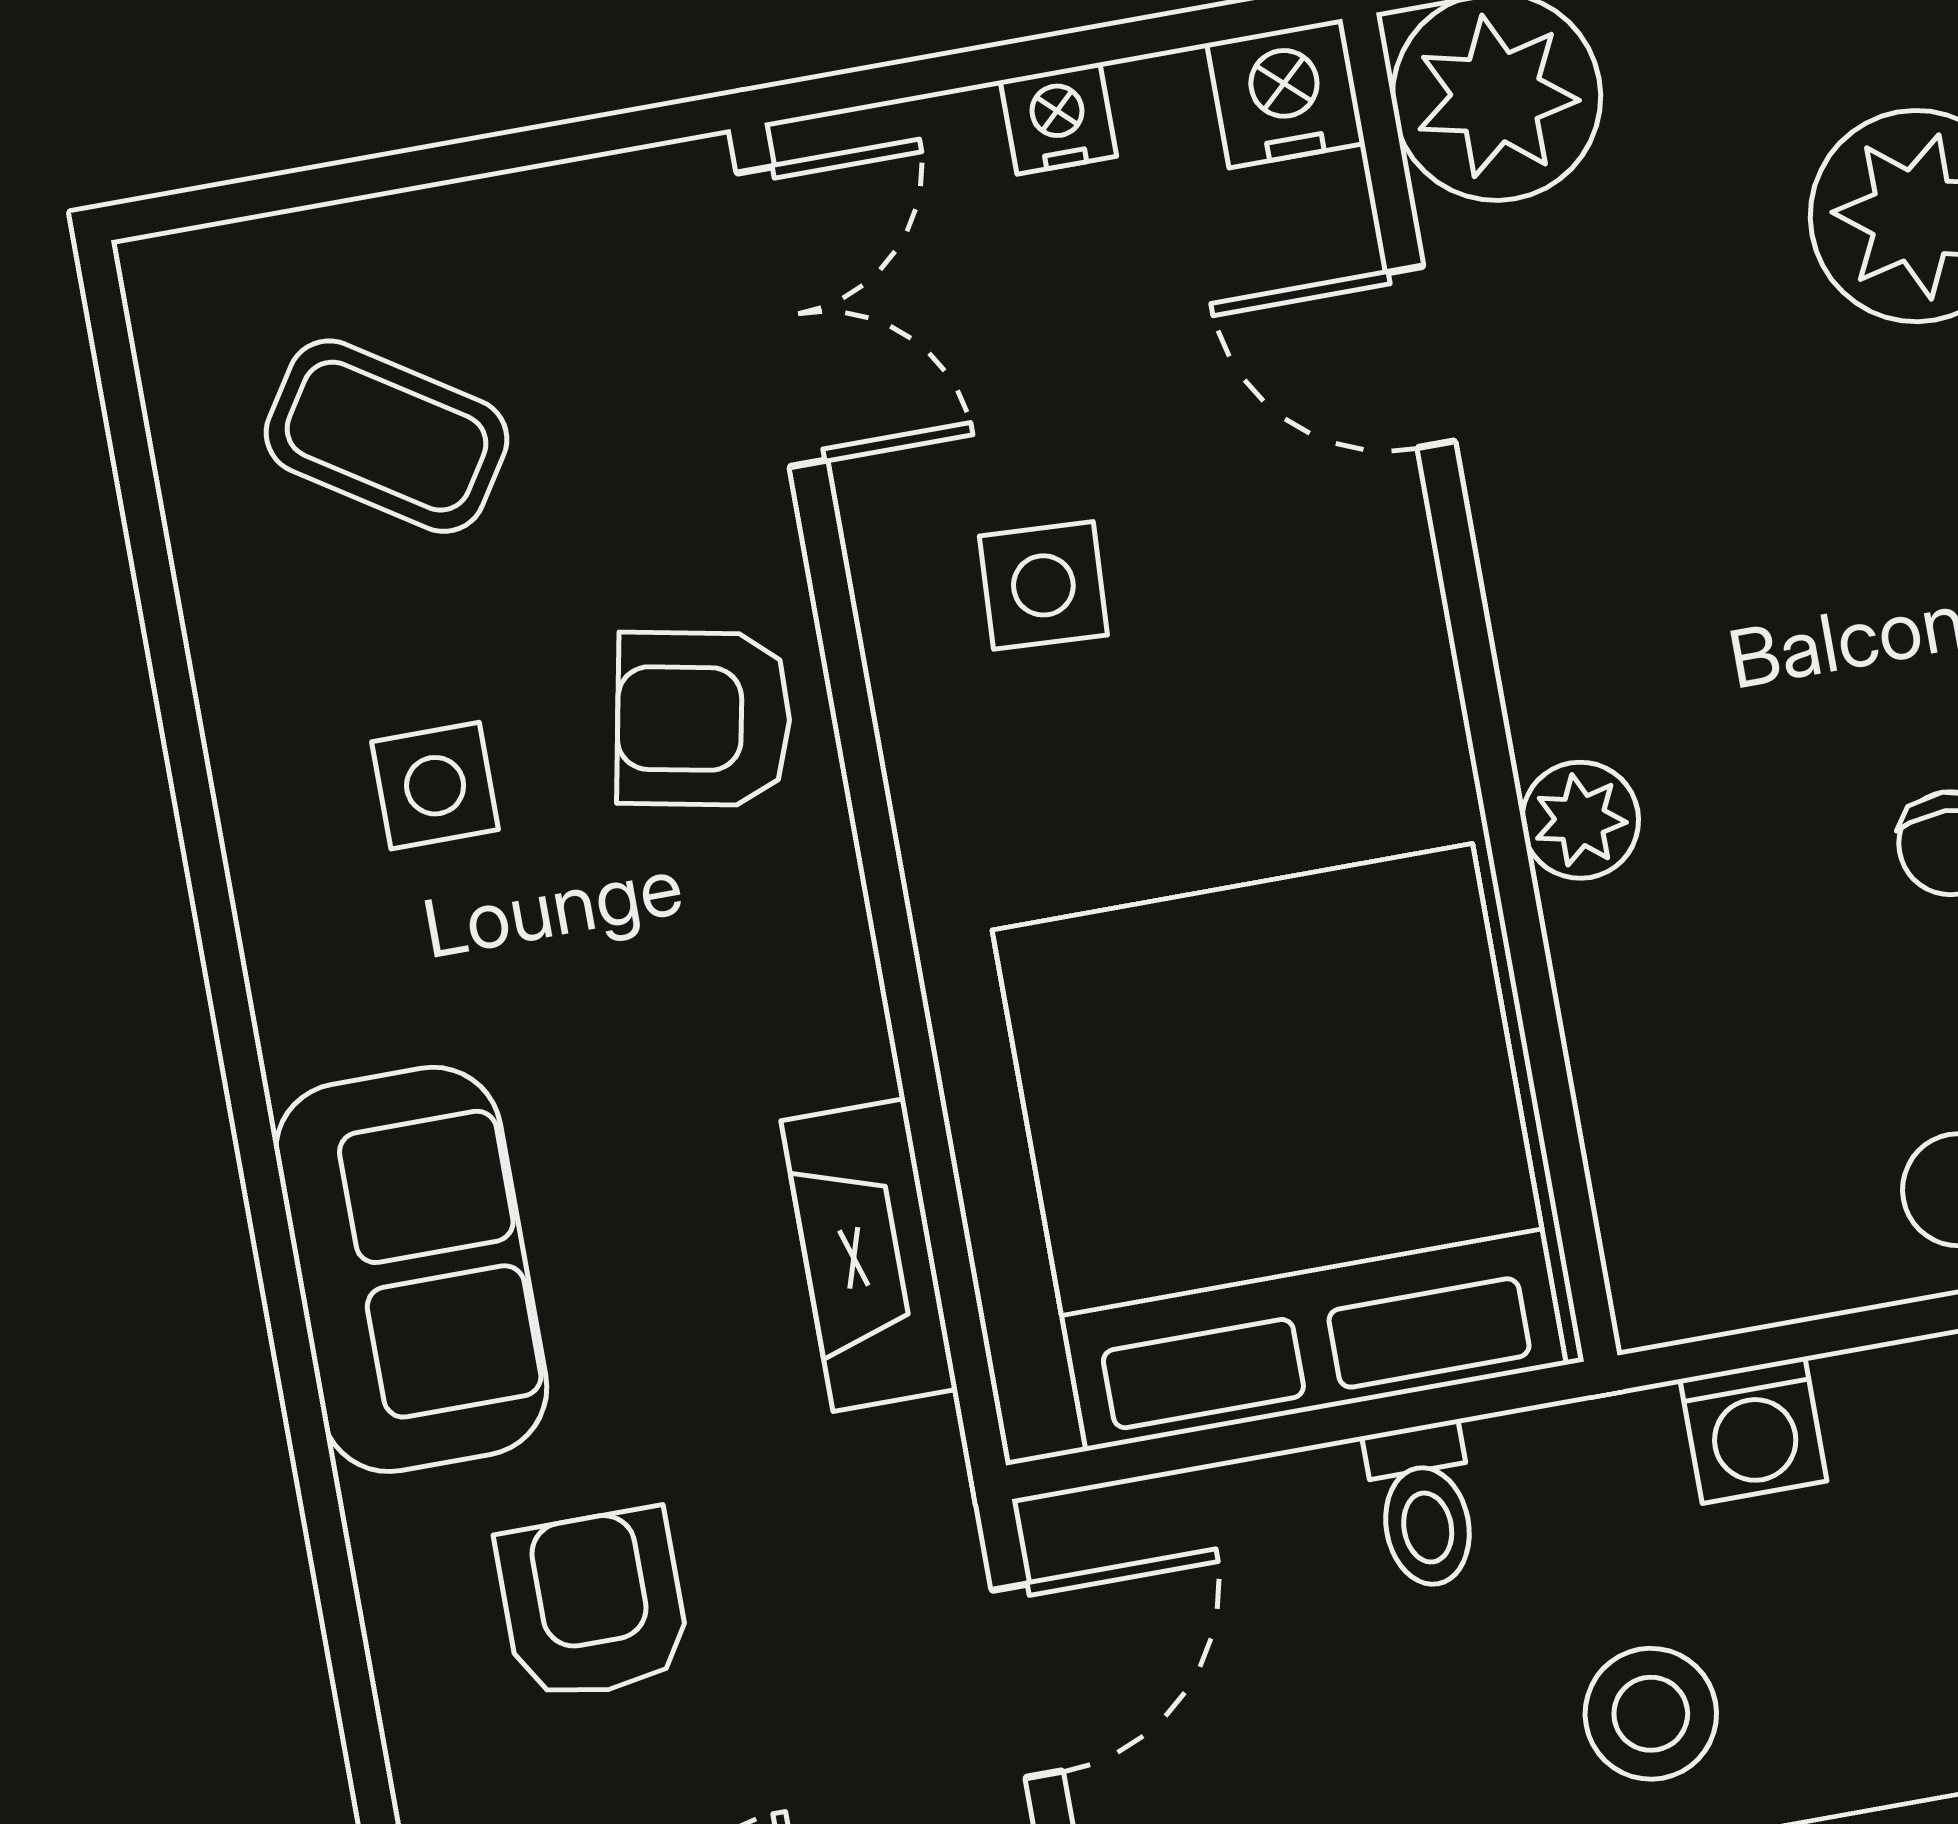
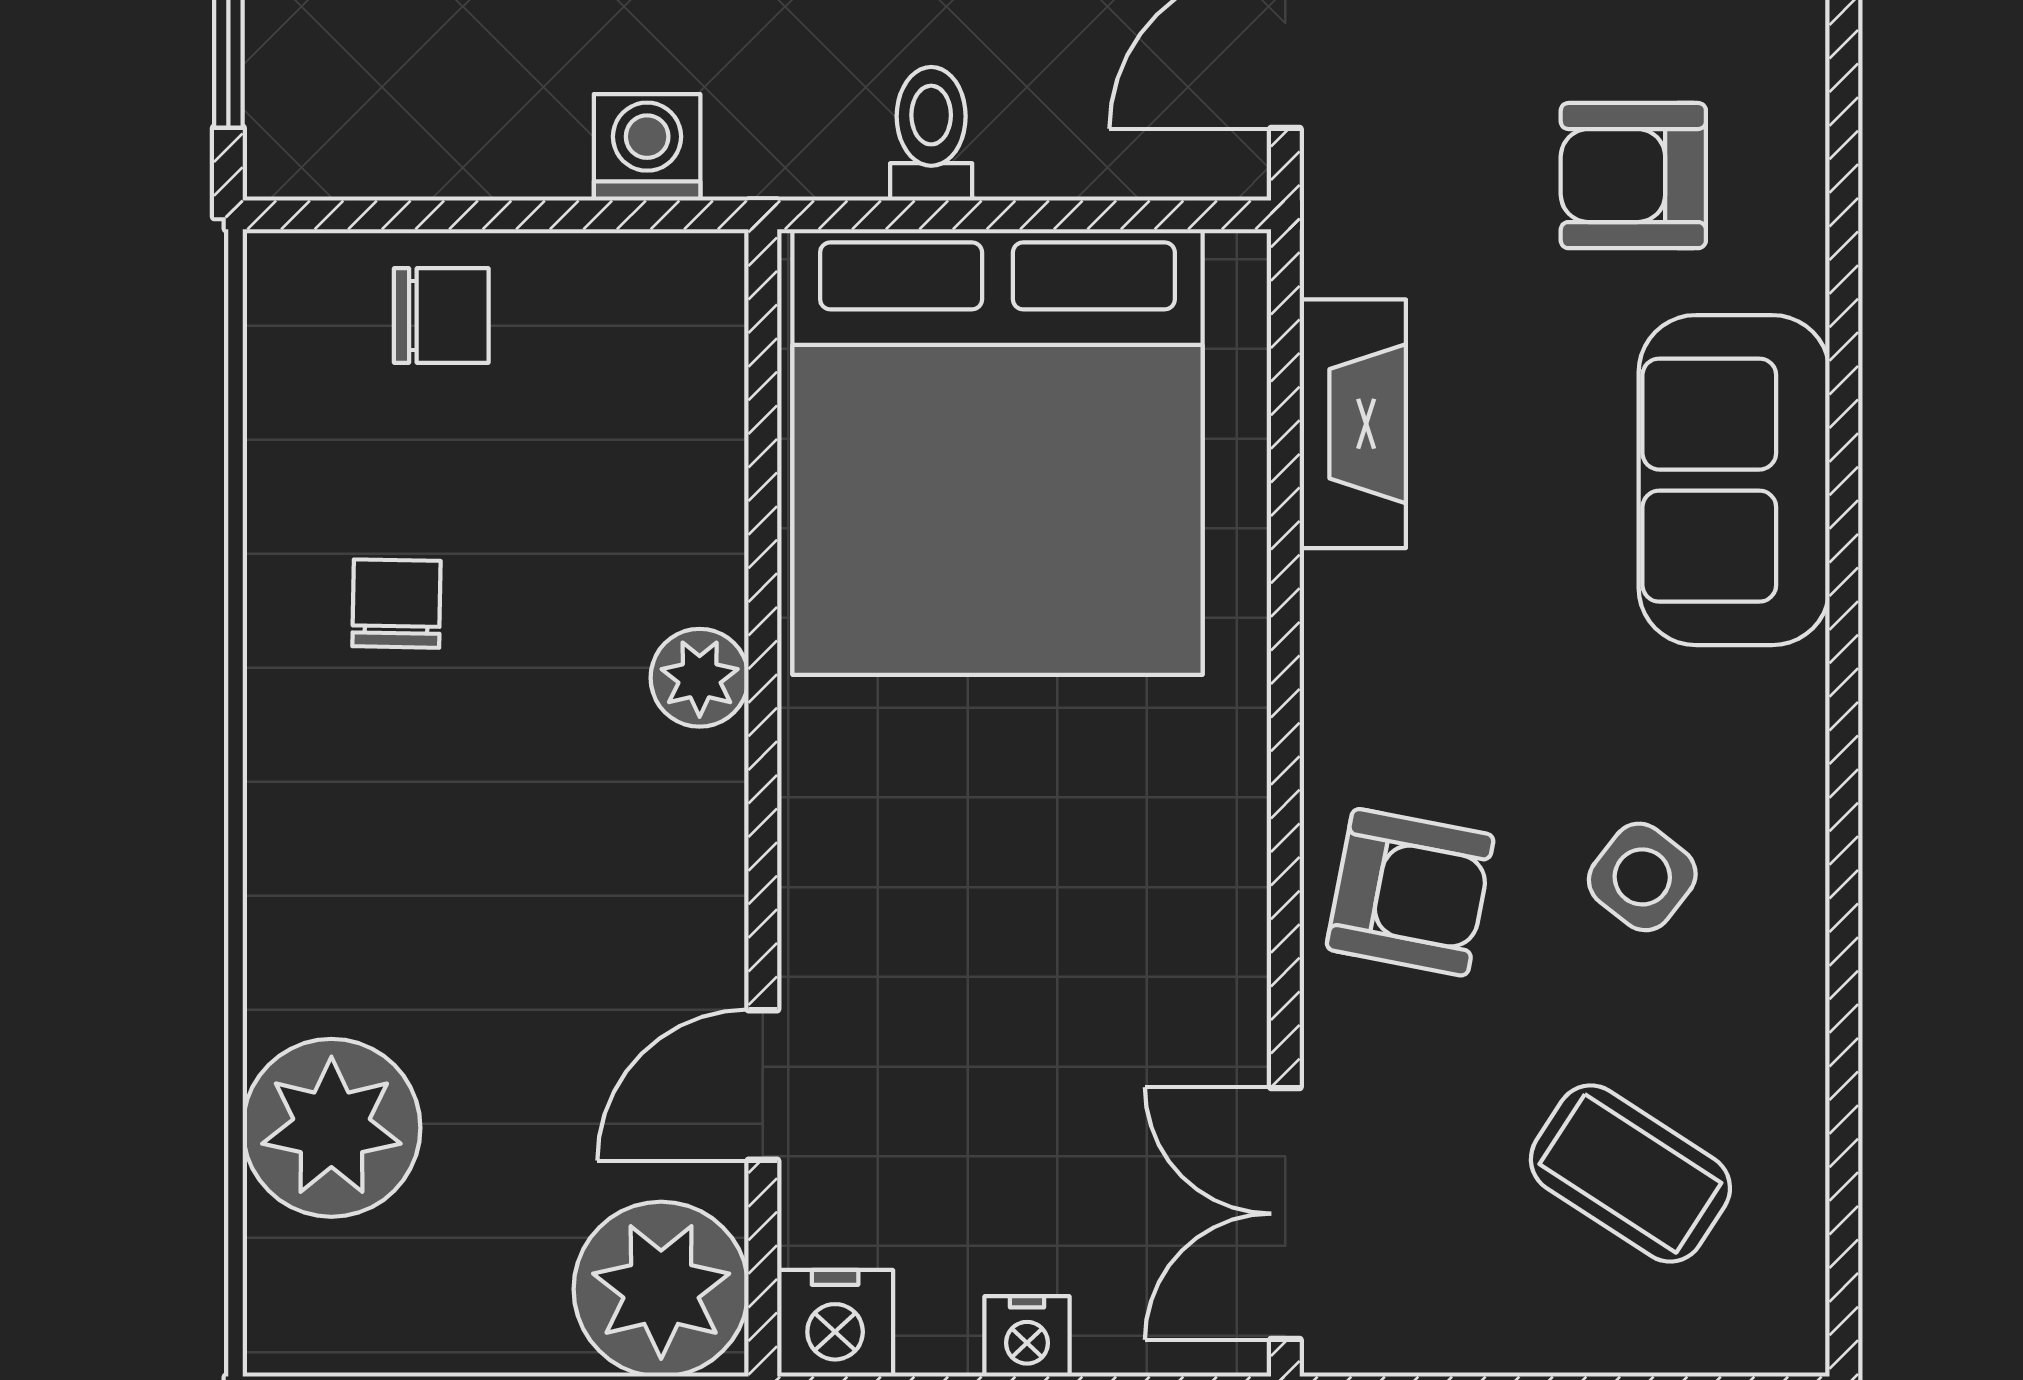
door: (1420, 357) -> (763, 1085), swing flipped
side table: (1043, 585) -> (1109, 952), removed
side table: (435, 786) -> (1642, 877), turned 38
armchair: (593, 1605) -> (1633, 176), turned 90

